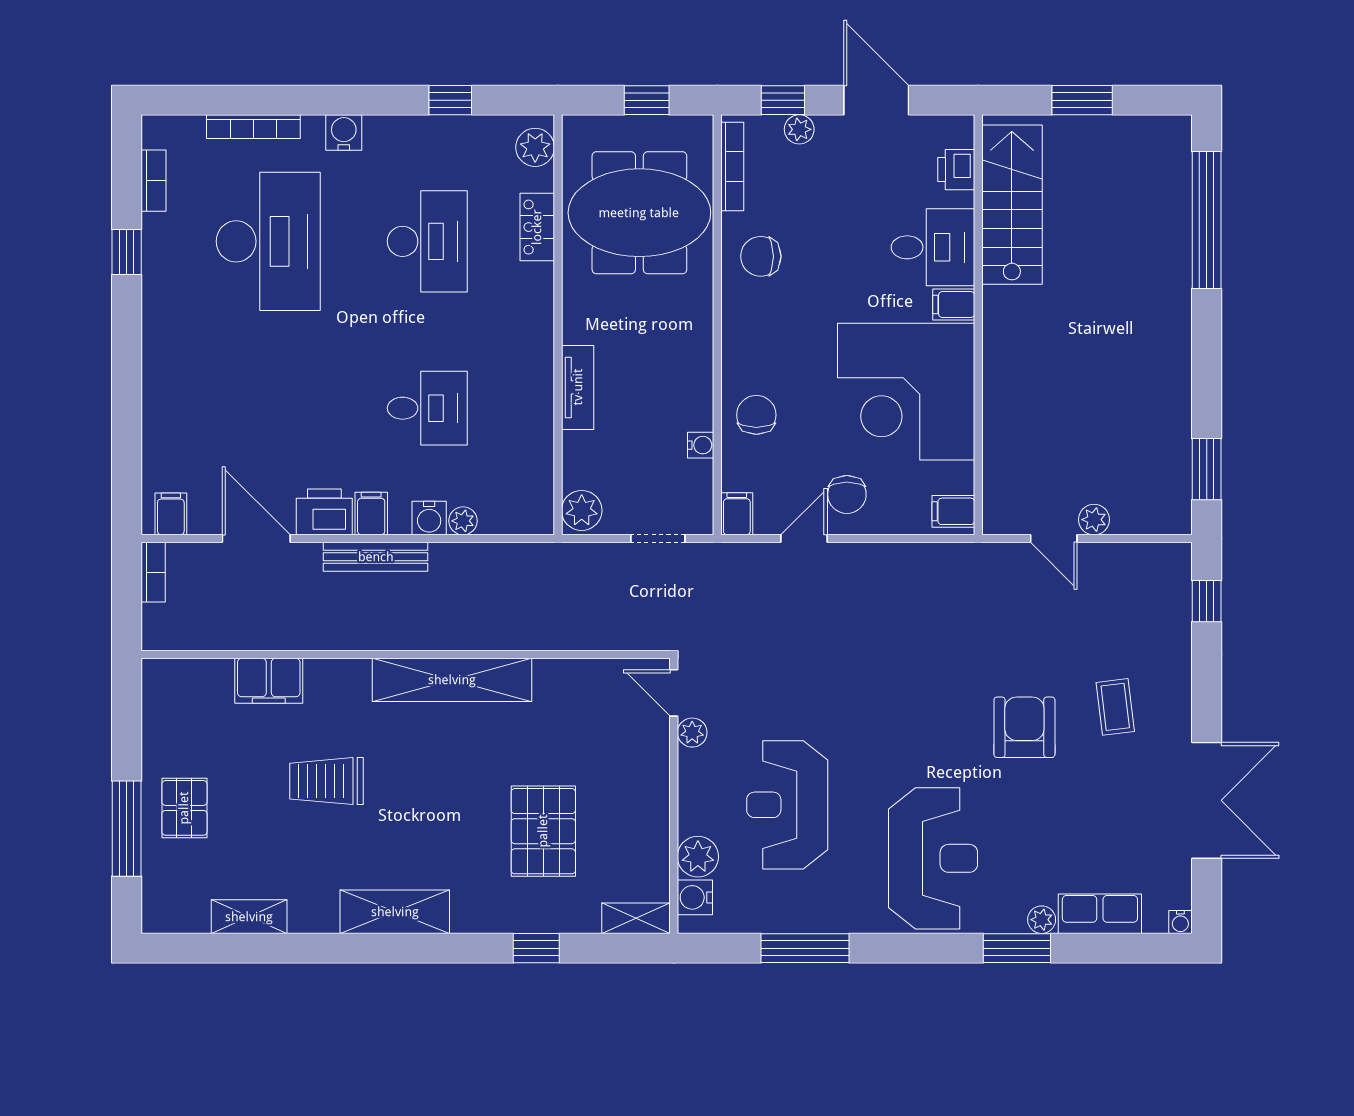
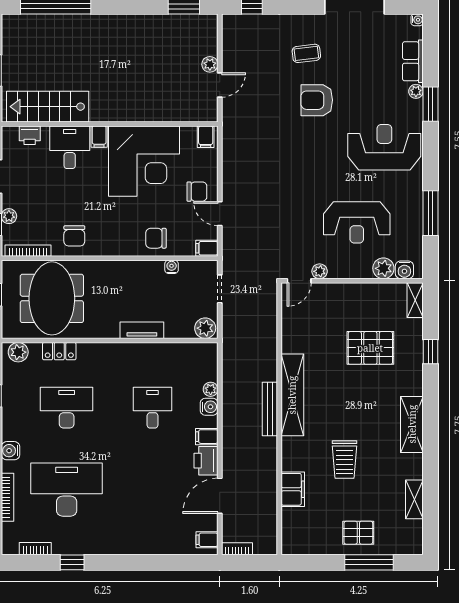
bench: (376, 557) -> (270, 409), moved

